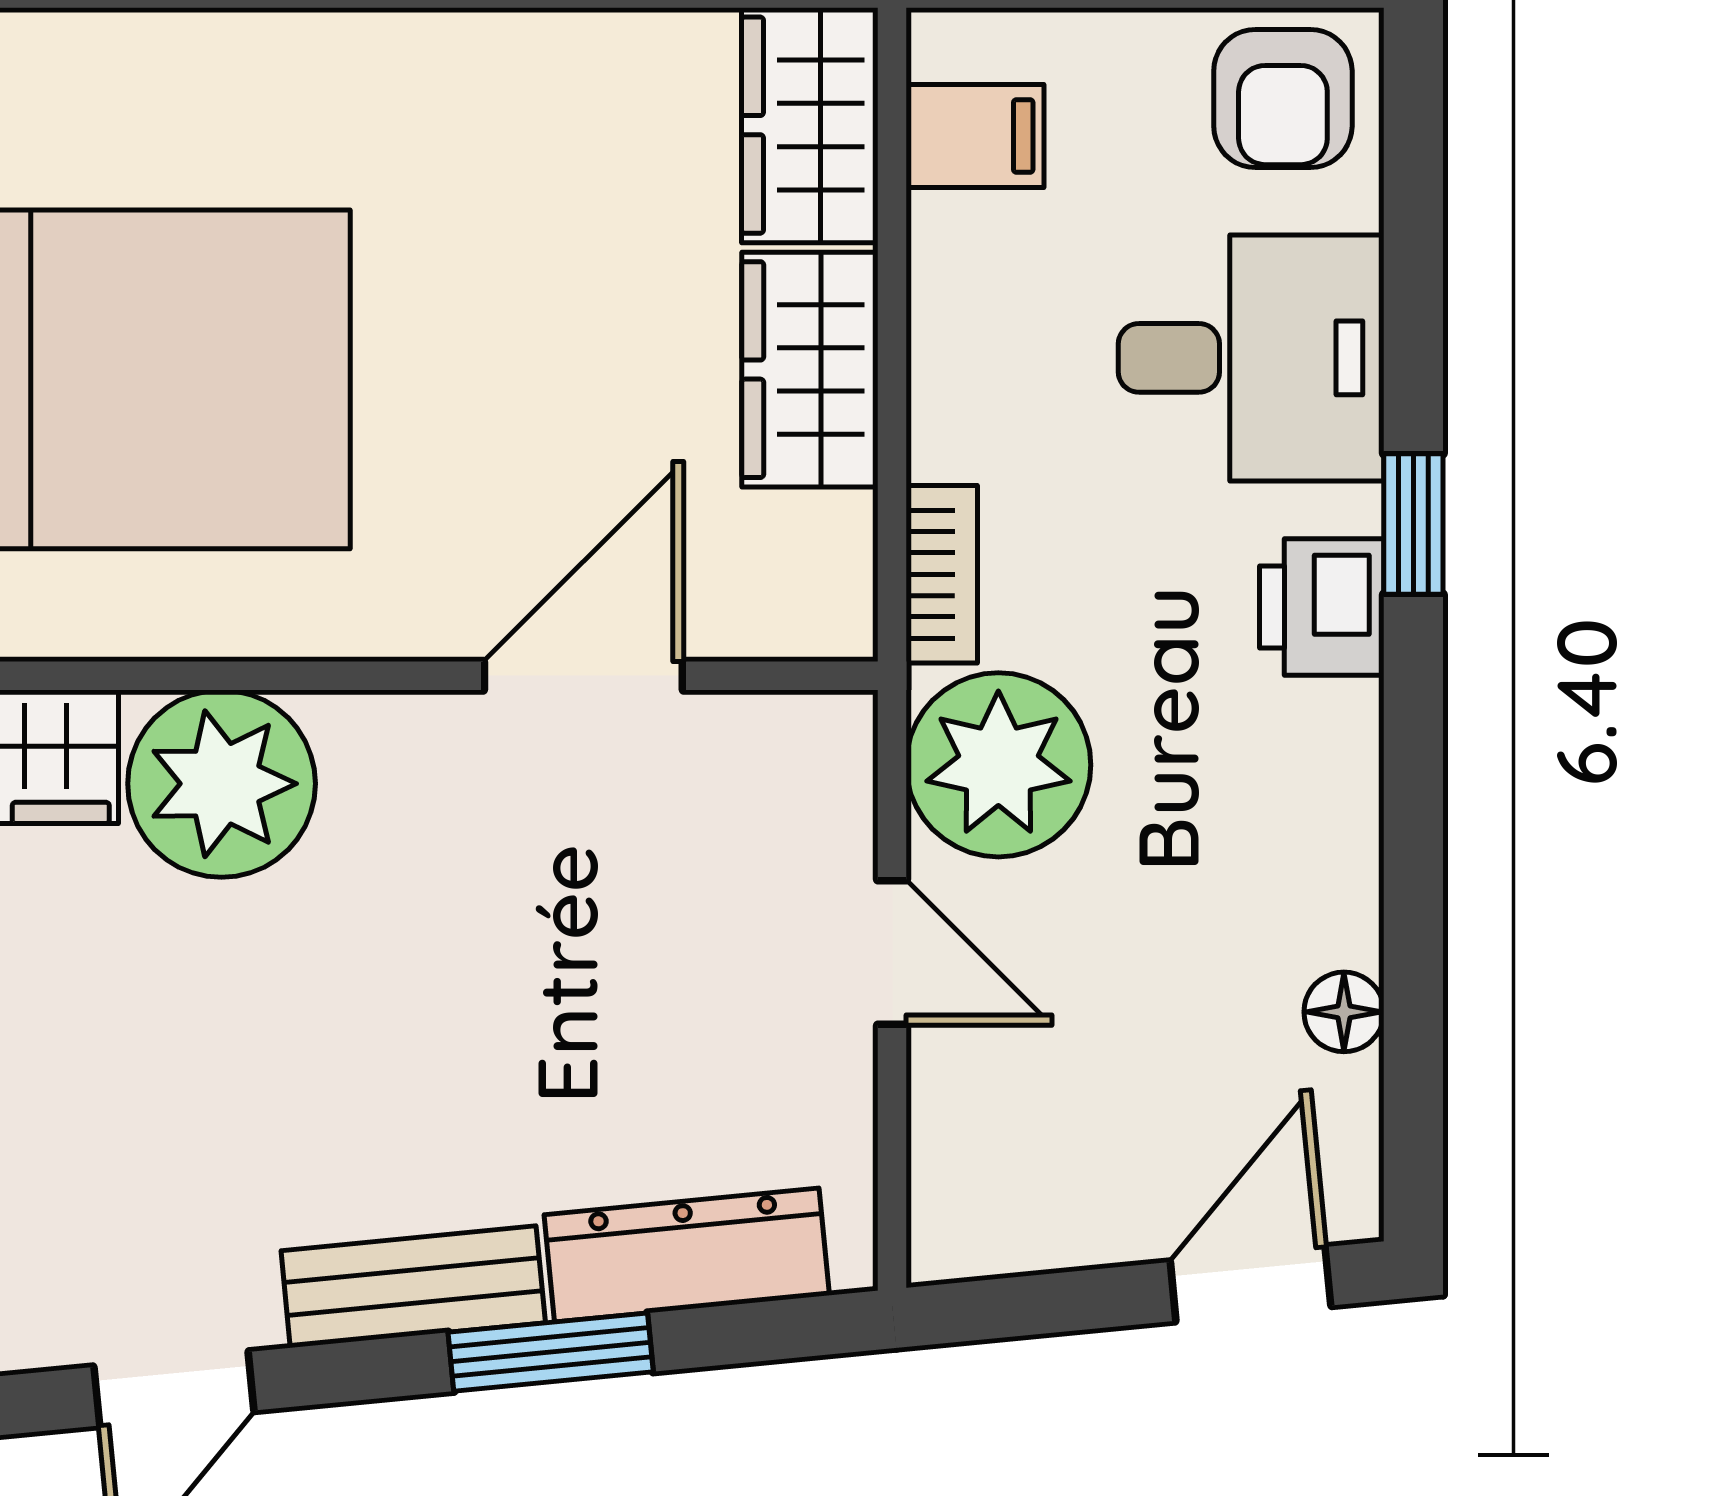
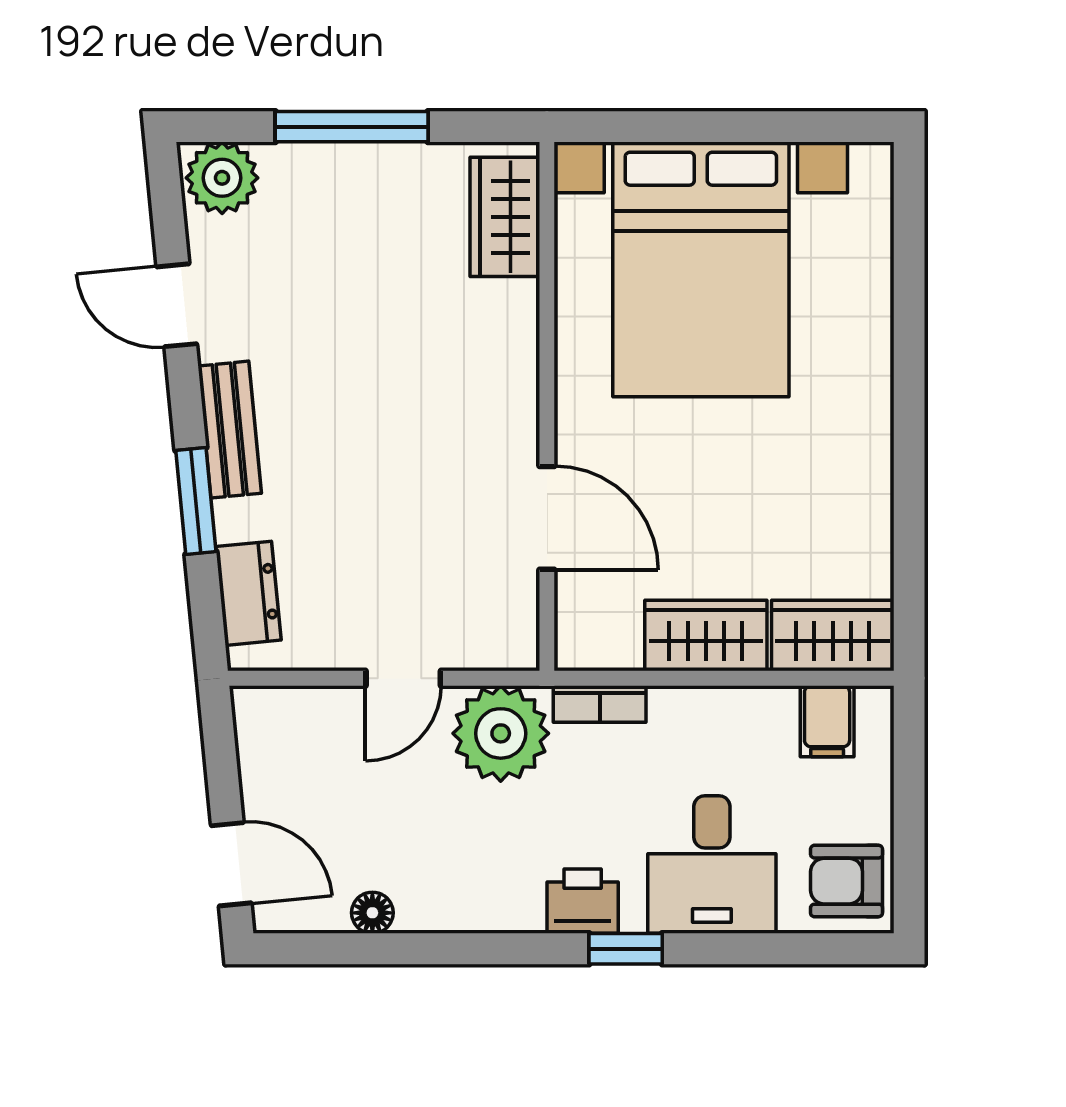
plant: (222, 784) -> (491, 330), removed
dresser: (687, 1255) -> (248, 593), width x0.70

